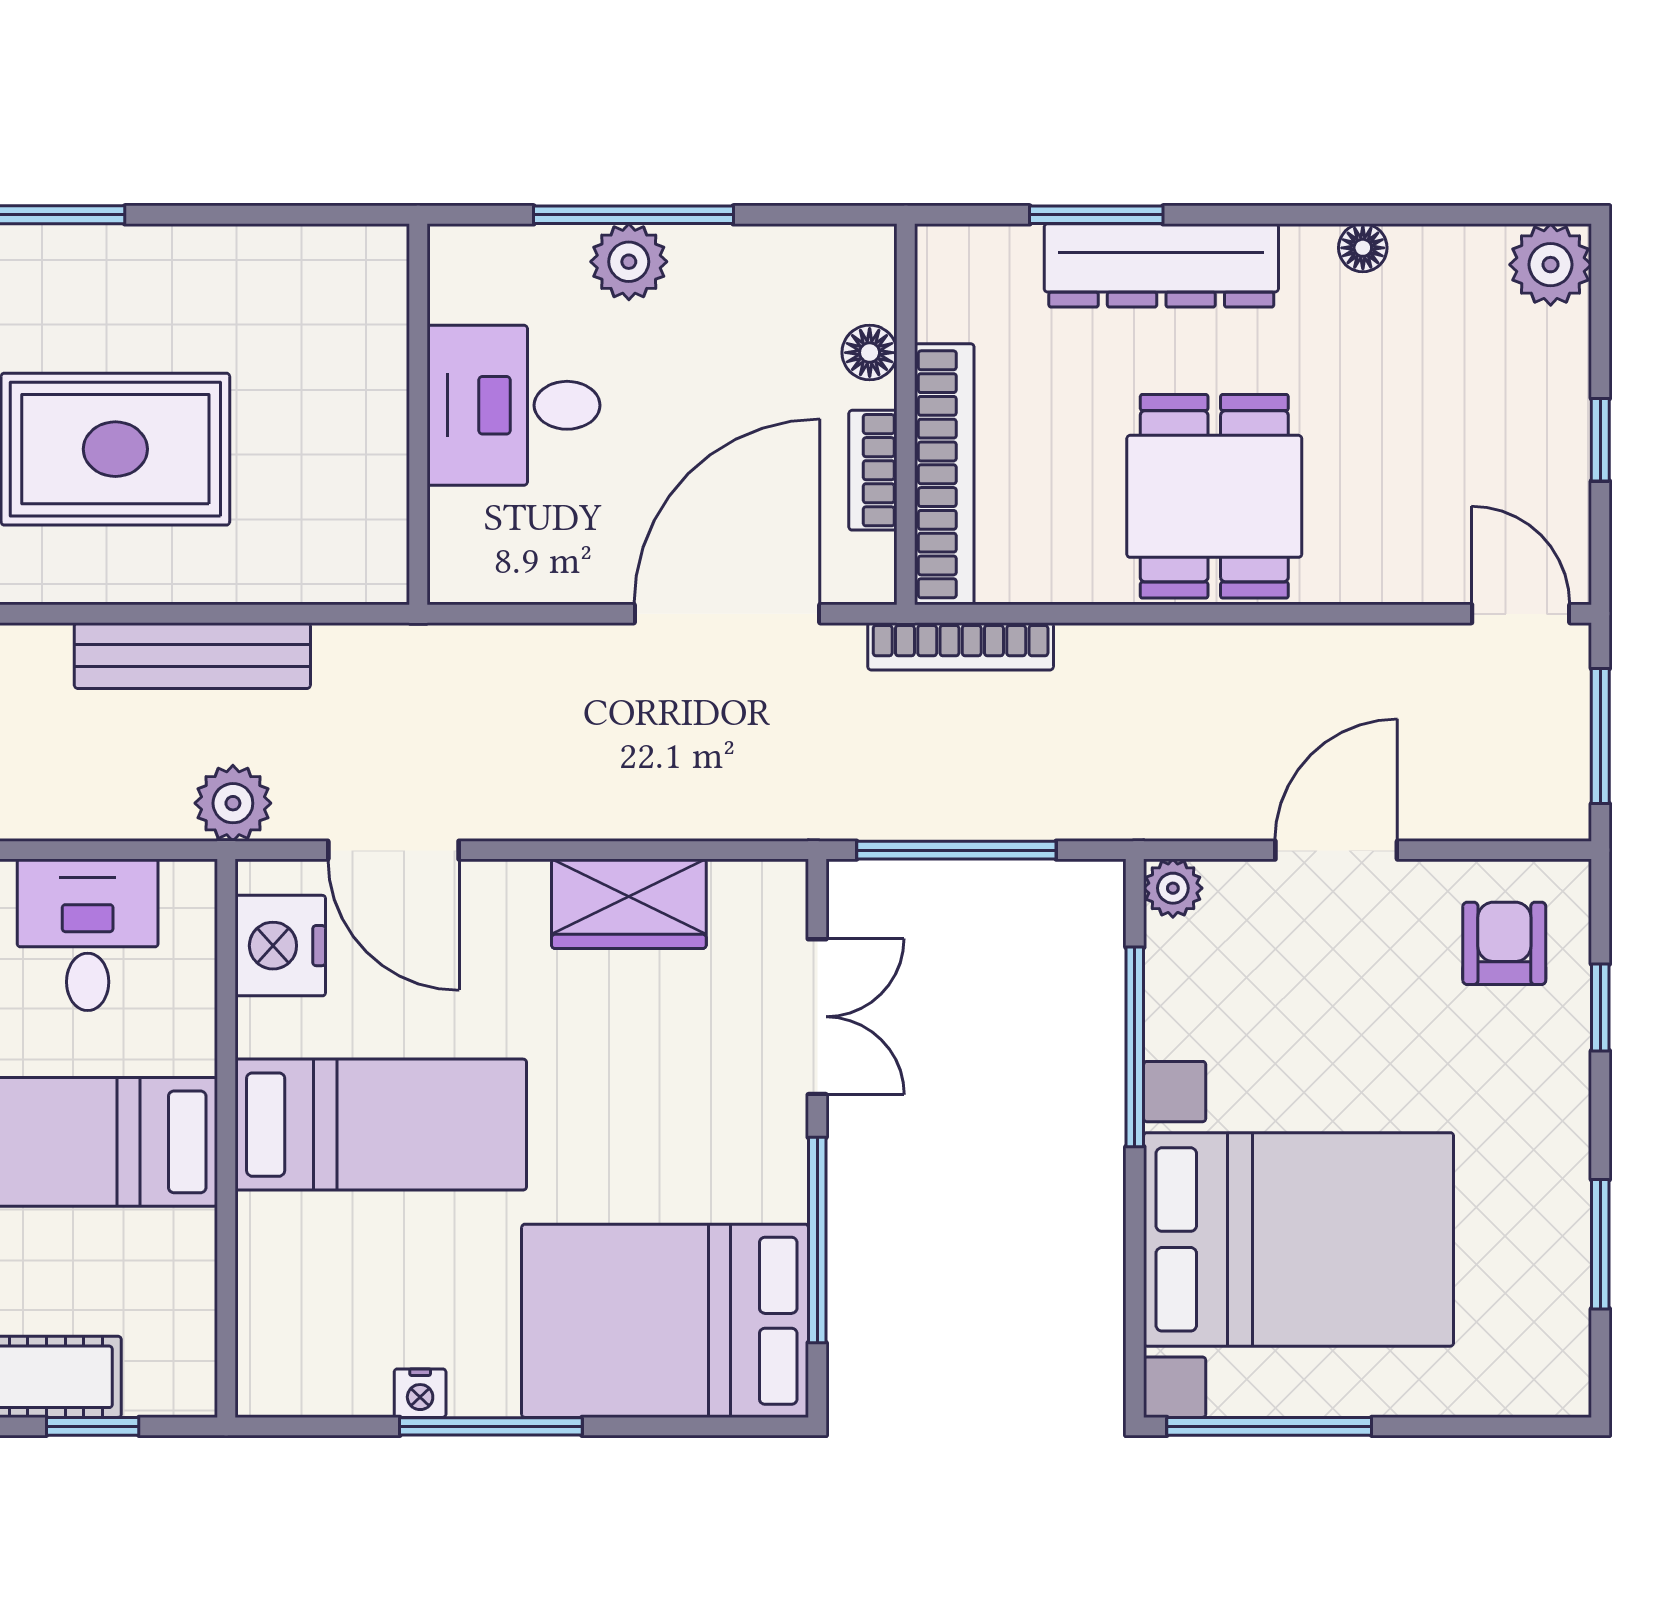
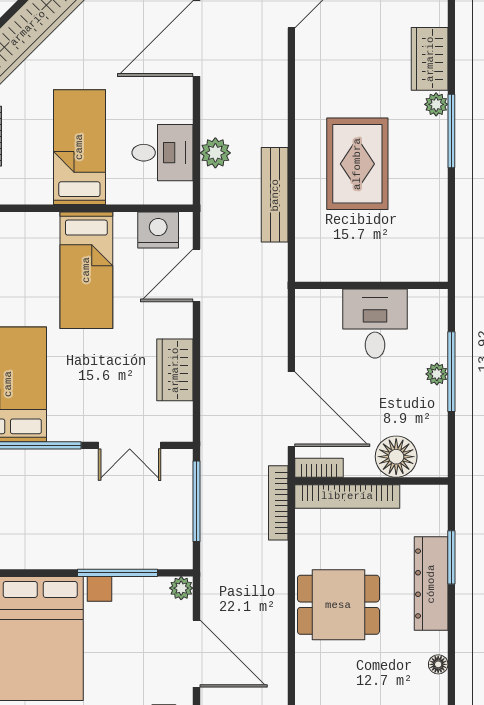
plant: (629, 262) -> (437, 374), width x0.73, depth x0.73
floor lamp: (870, 353) -> (396, 457), width x1.89, depth x1.89
bookcase: (873, 470) -> (319, 468), moved
plant: (233, 803) -> (215, 153), moved
door: (1336, 850) -> (196, 654), width x1.36

